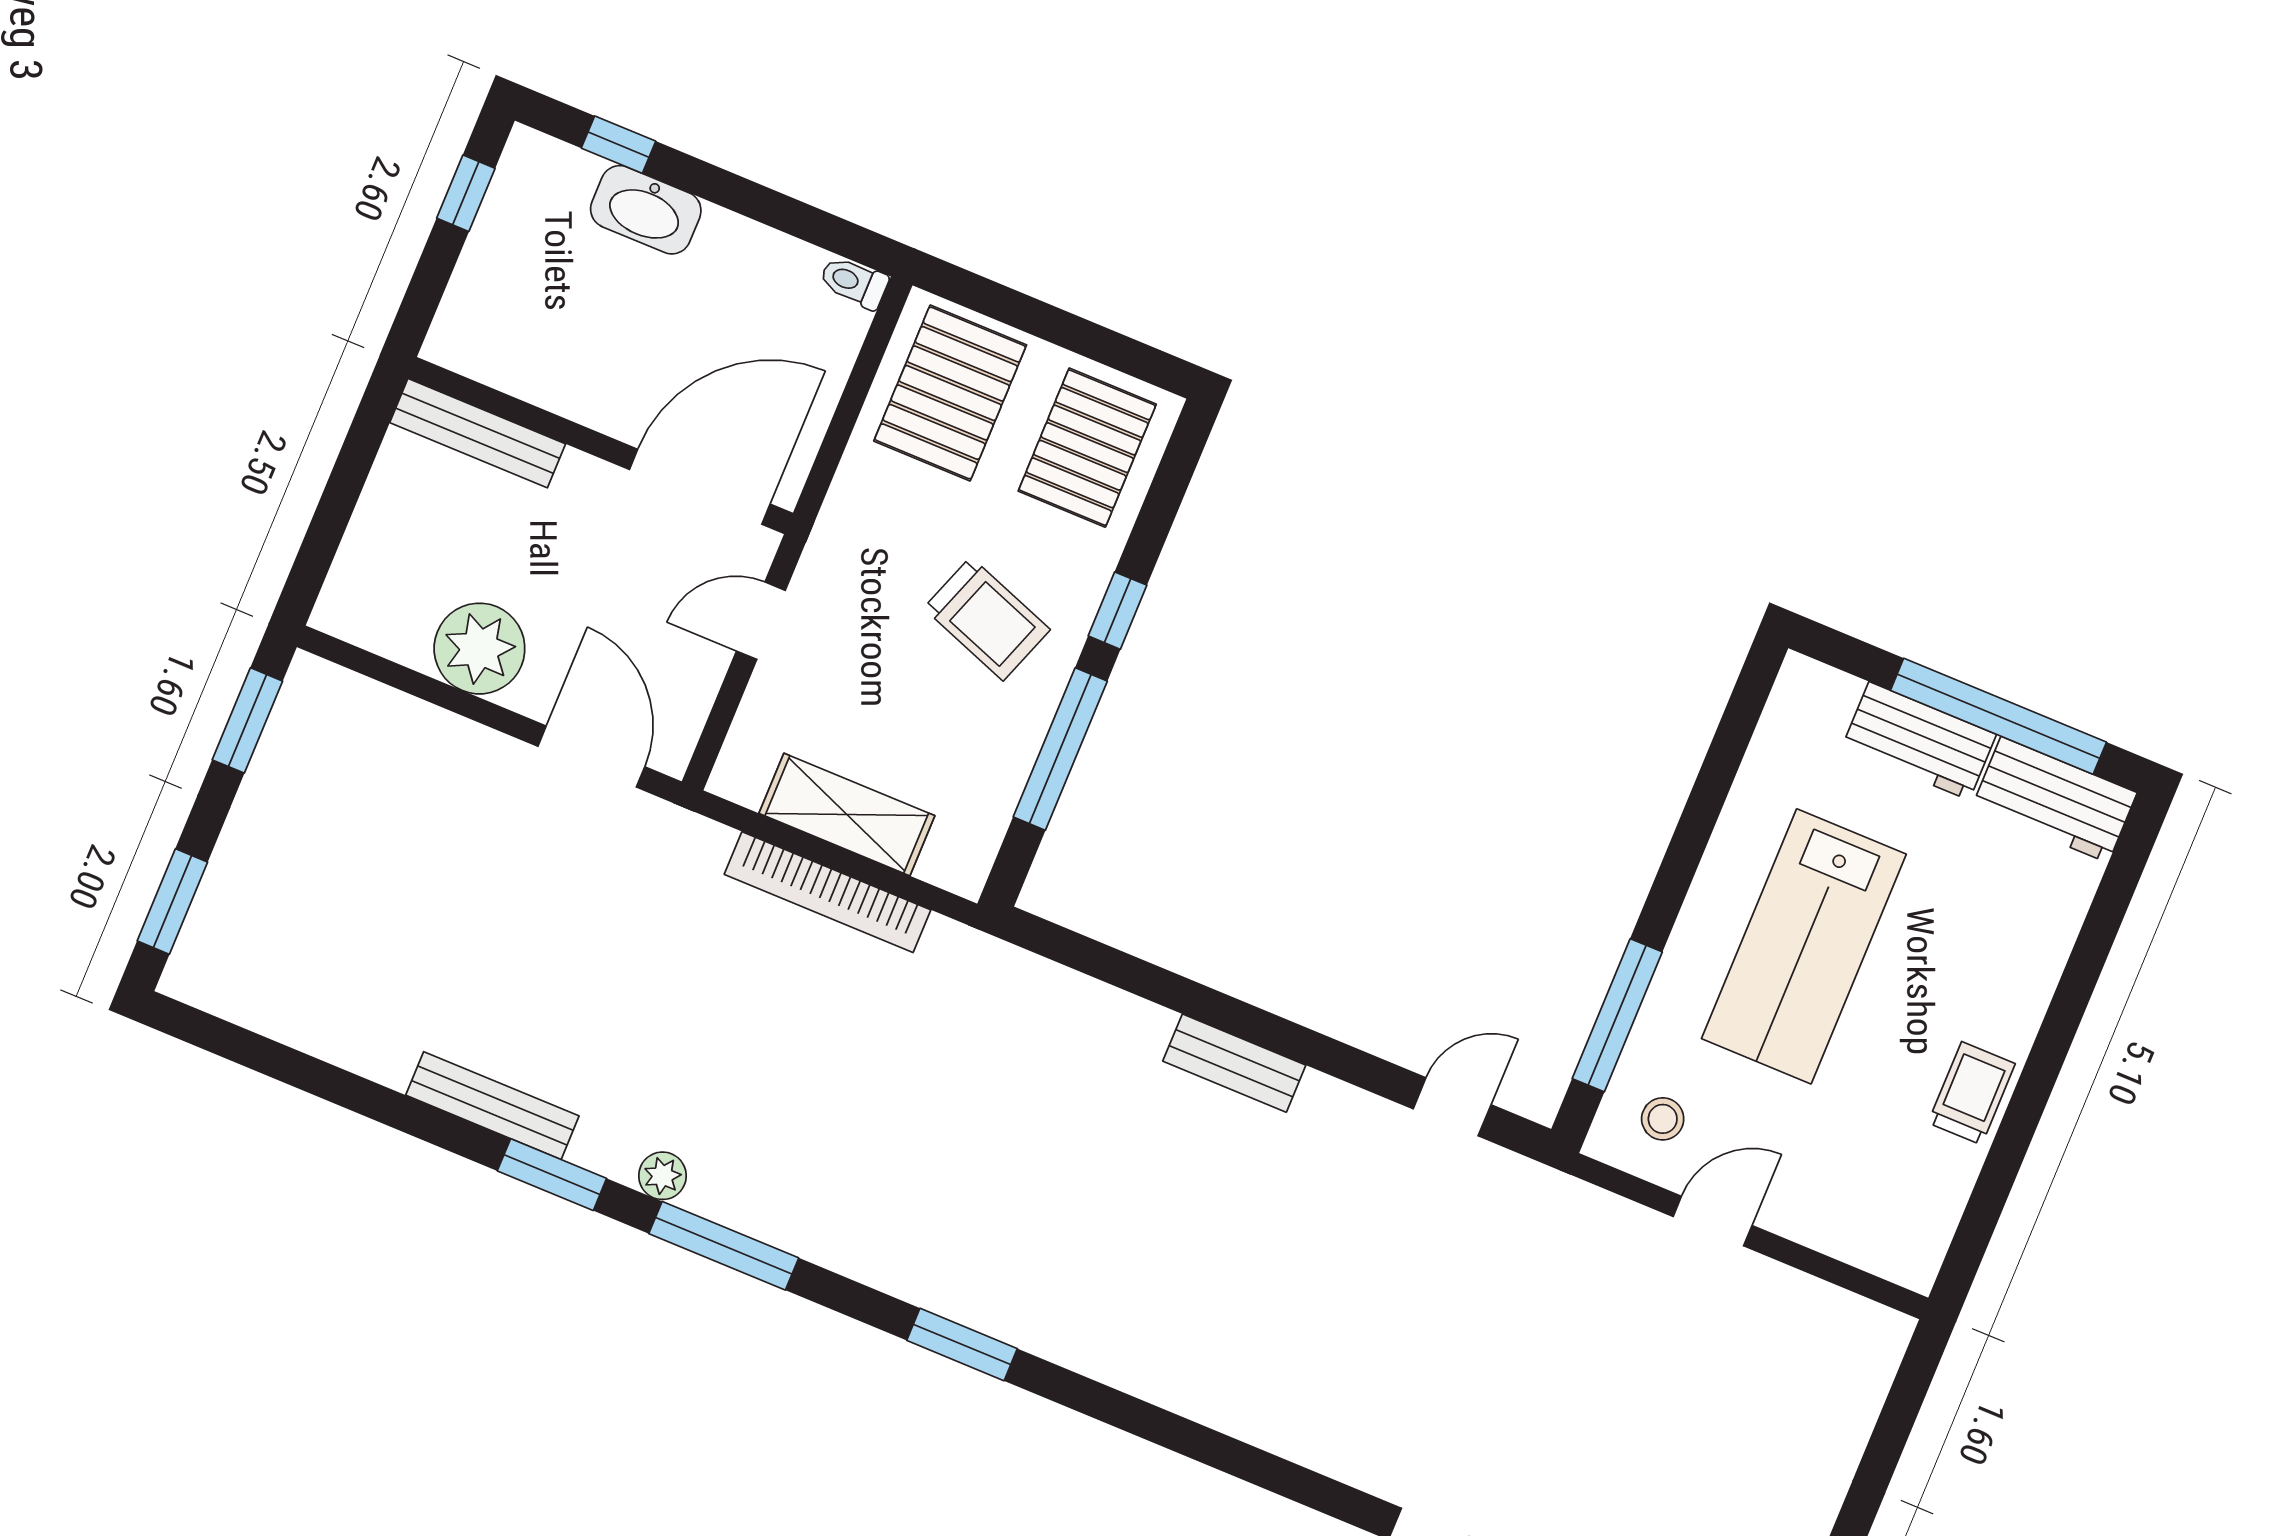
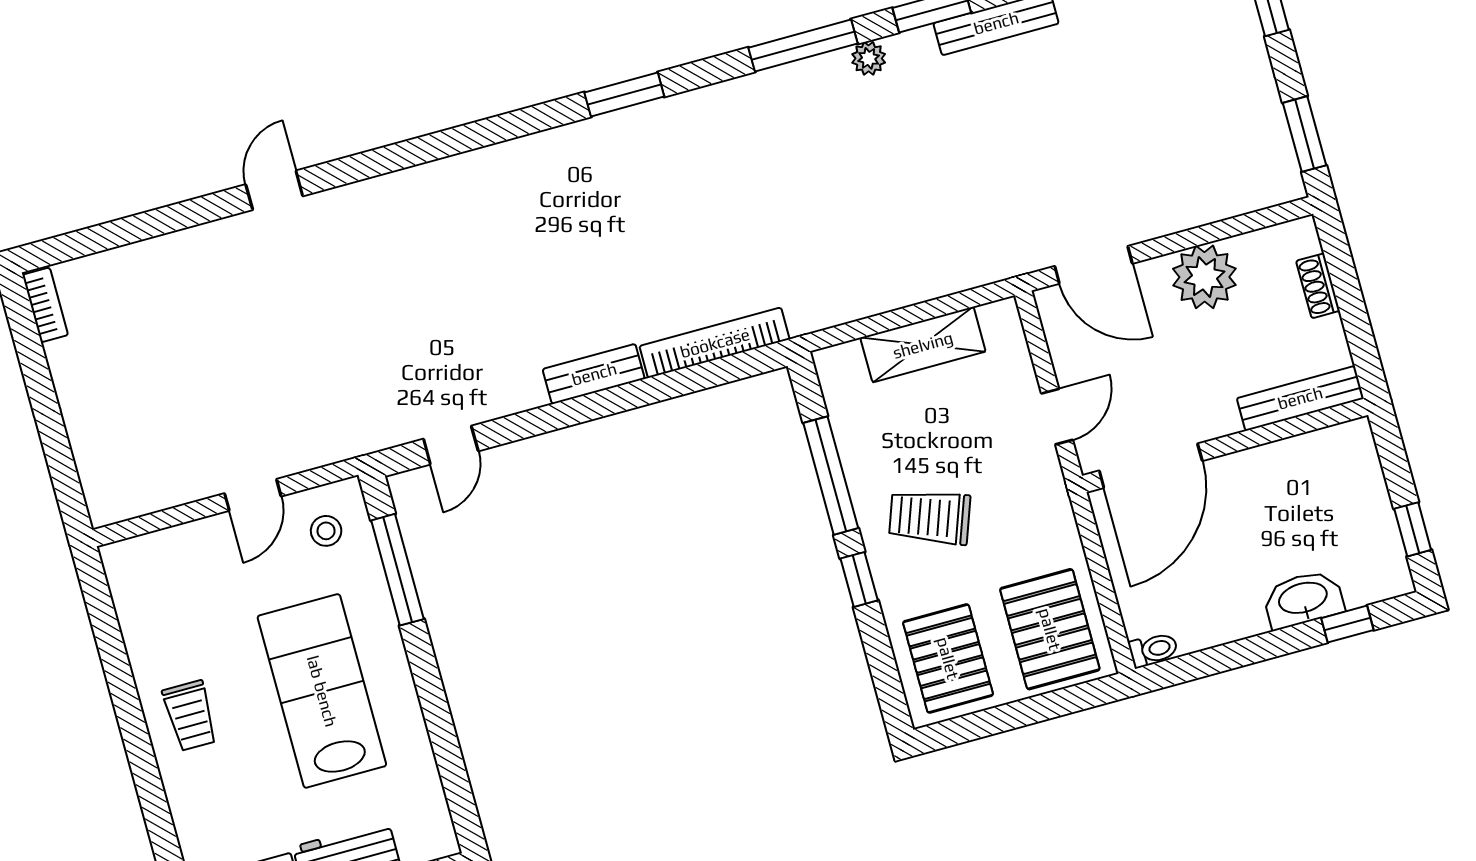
shoe rack: (362, 542) -> (1318, 286), added
bookcase: (828, 892) -> (715, 343), moved
trolley: (1972, 1093) -> (190, 716), moved

